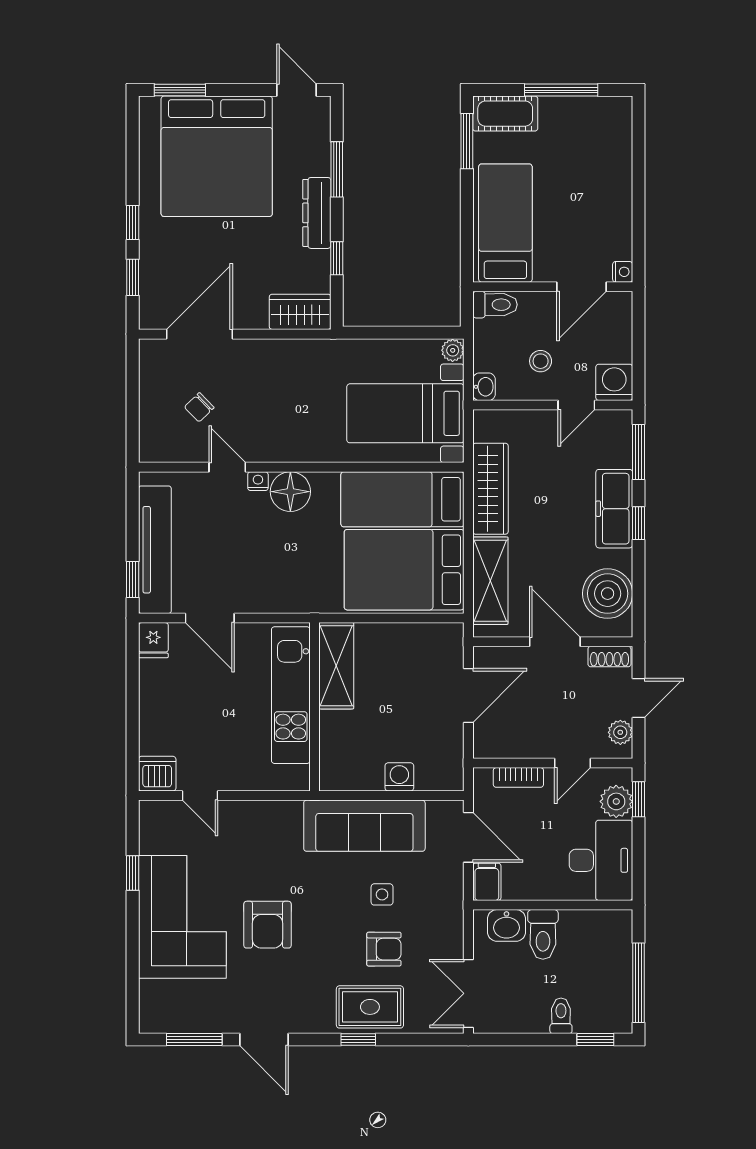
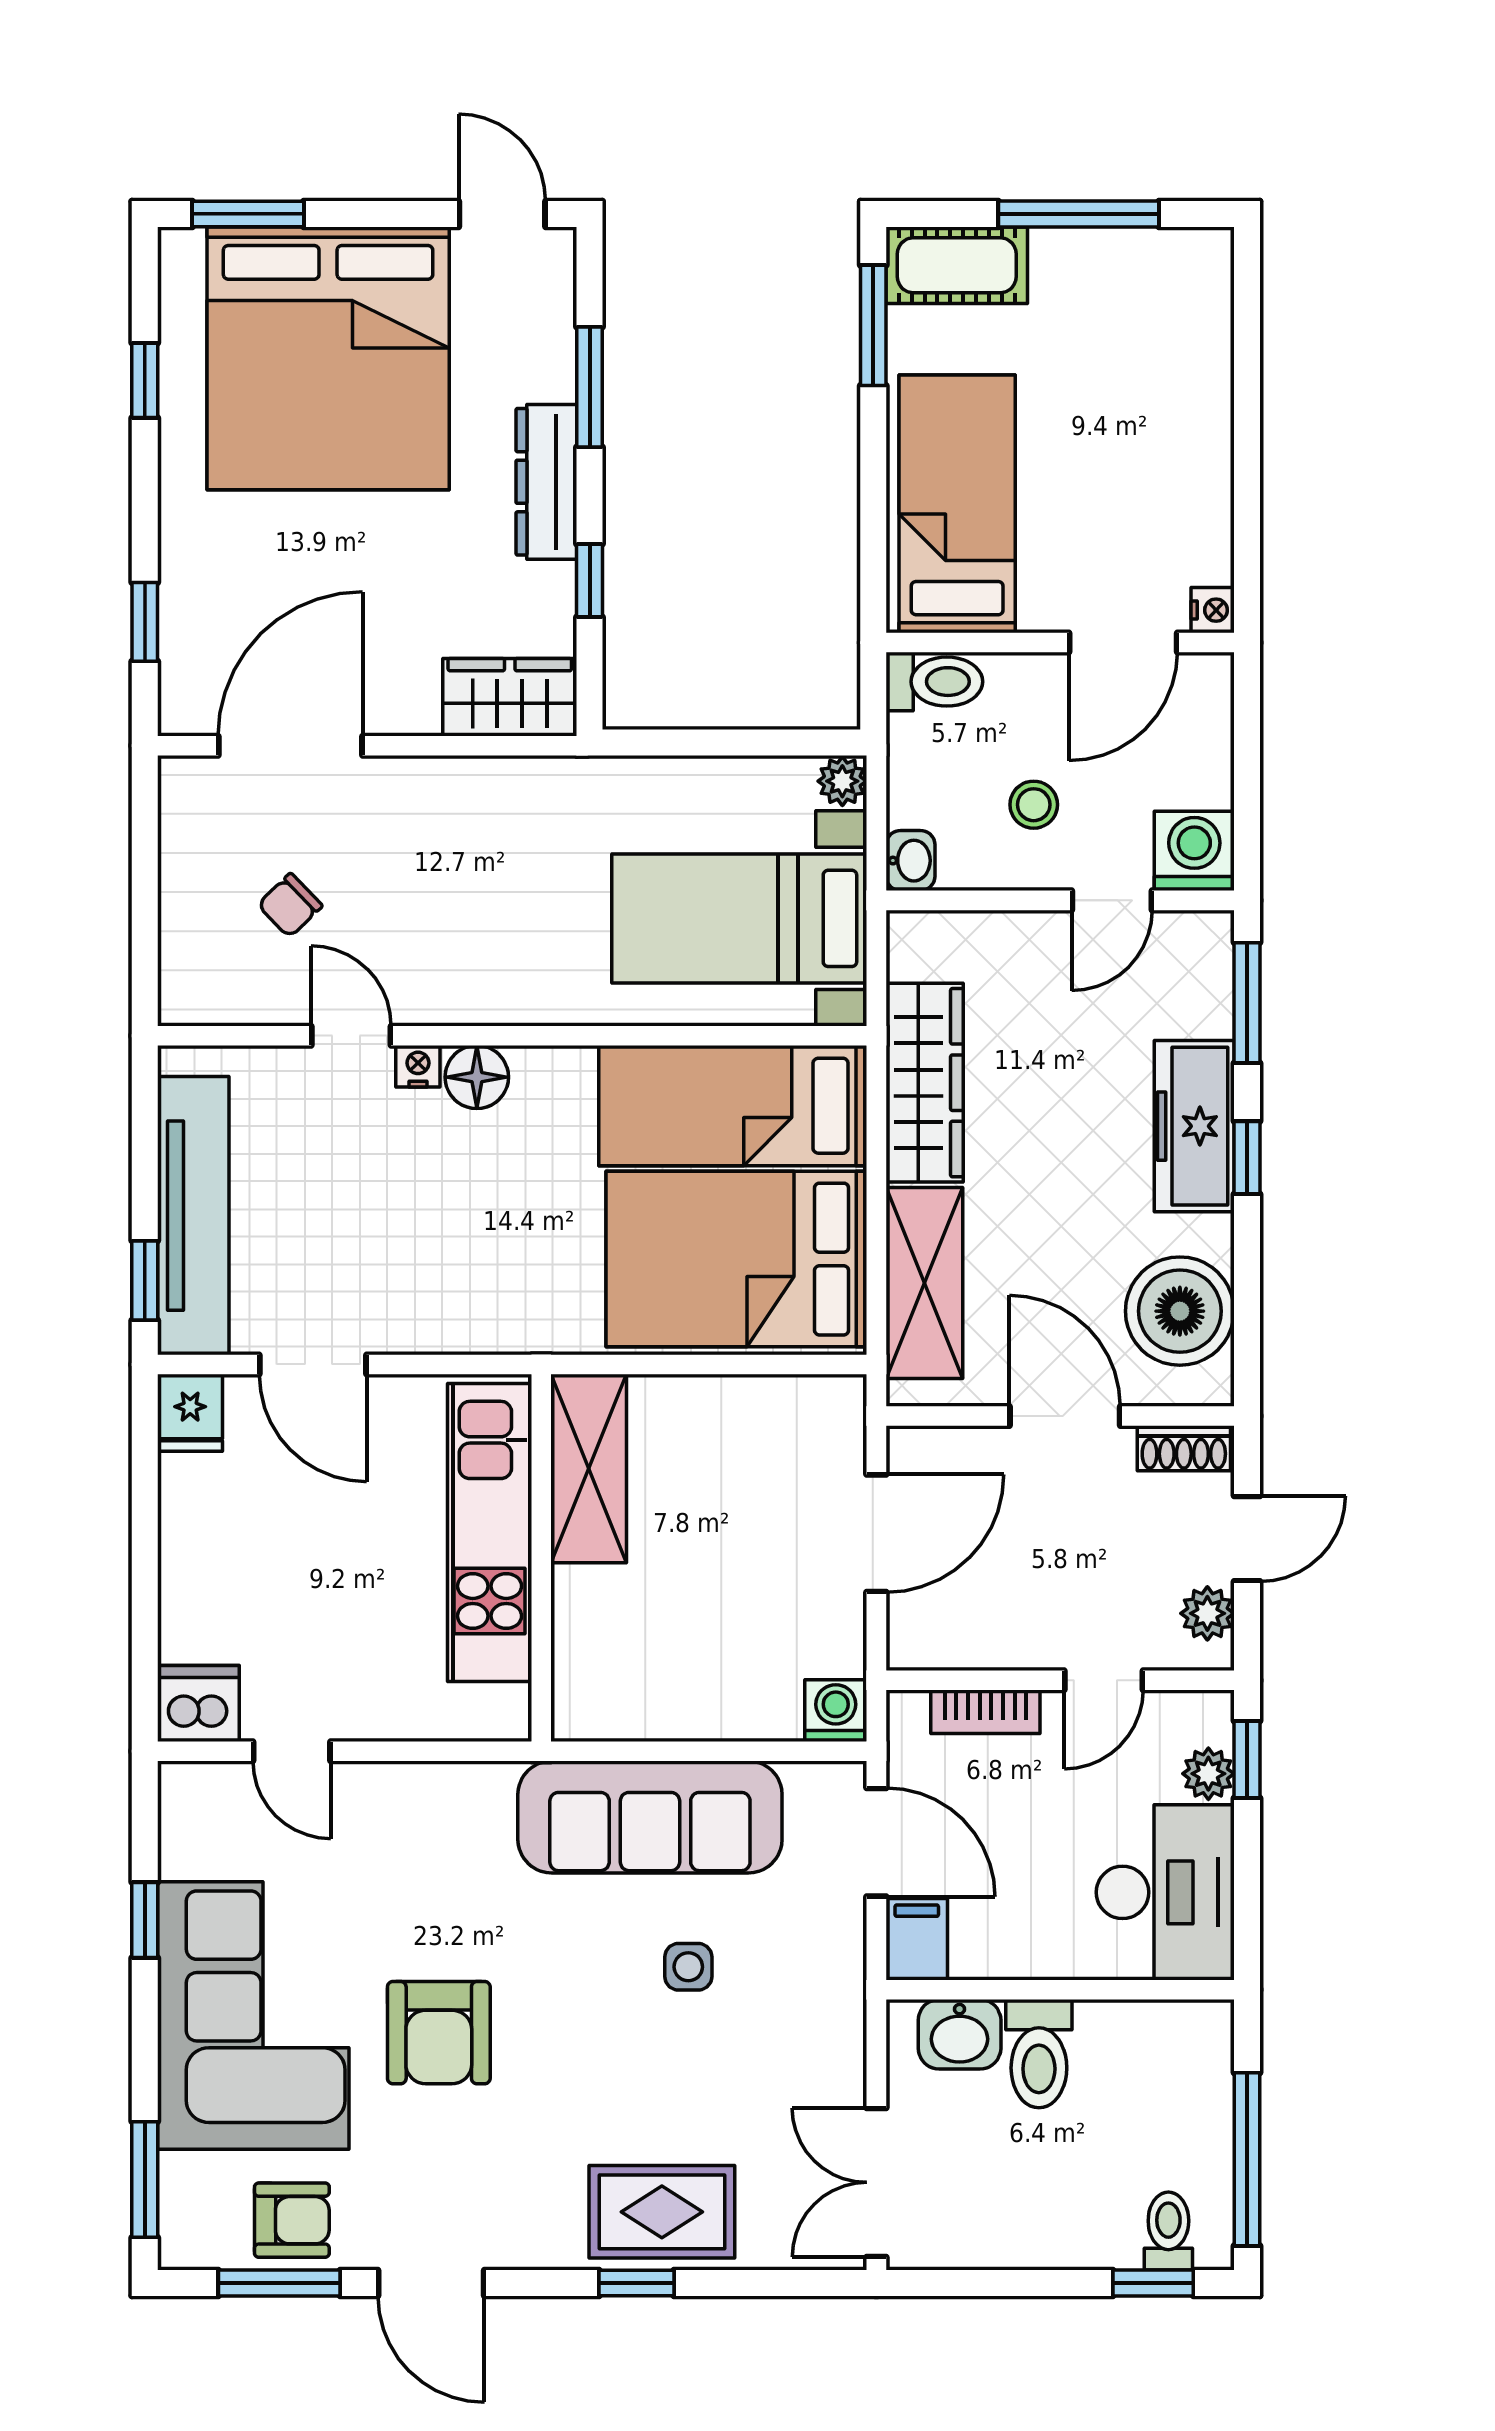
window: (133, 222) -> (145, 380), moved
floor lamp: (290, 492) -> (477, 1077), width x0.73, depth x0.73
washing machine: (399, 777) -> (836, 1711), moved
plant: (616, 801) -> (1208, 1774), width x0.73, depth x0.73
armchair: (384, 949) -> (292, 2220), moved
window: (133, 992) -> (145, 2180), added
toilet: (561, 1016) -> (1168, 2231), moved

